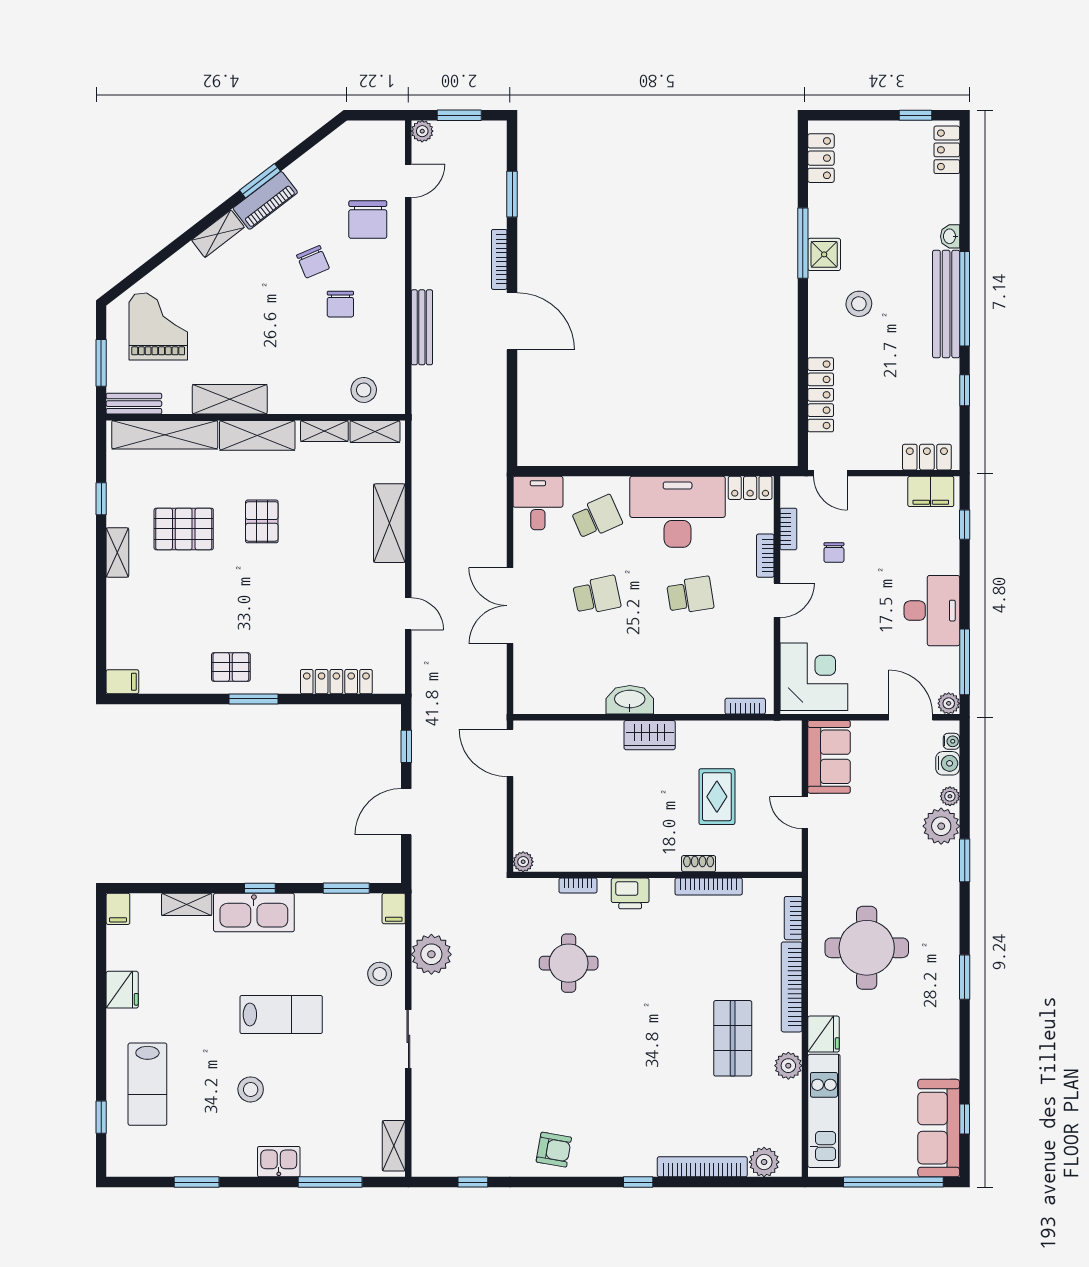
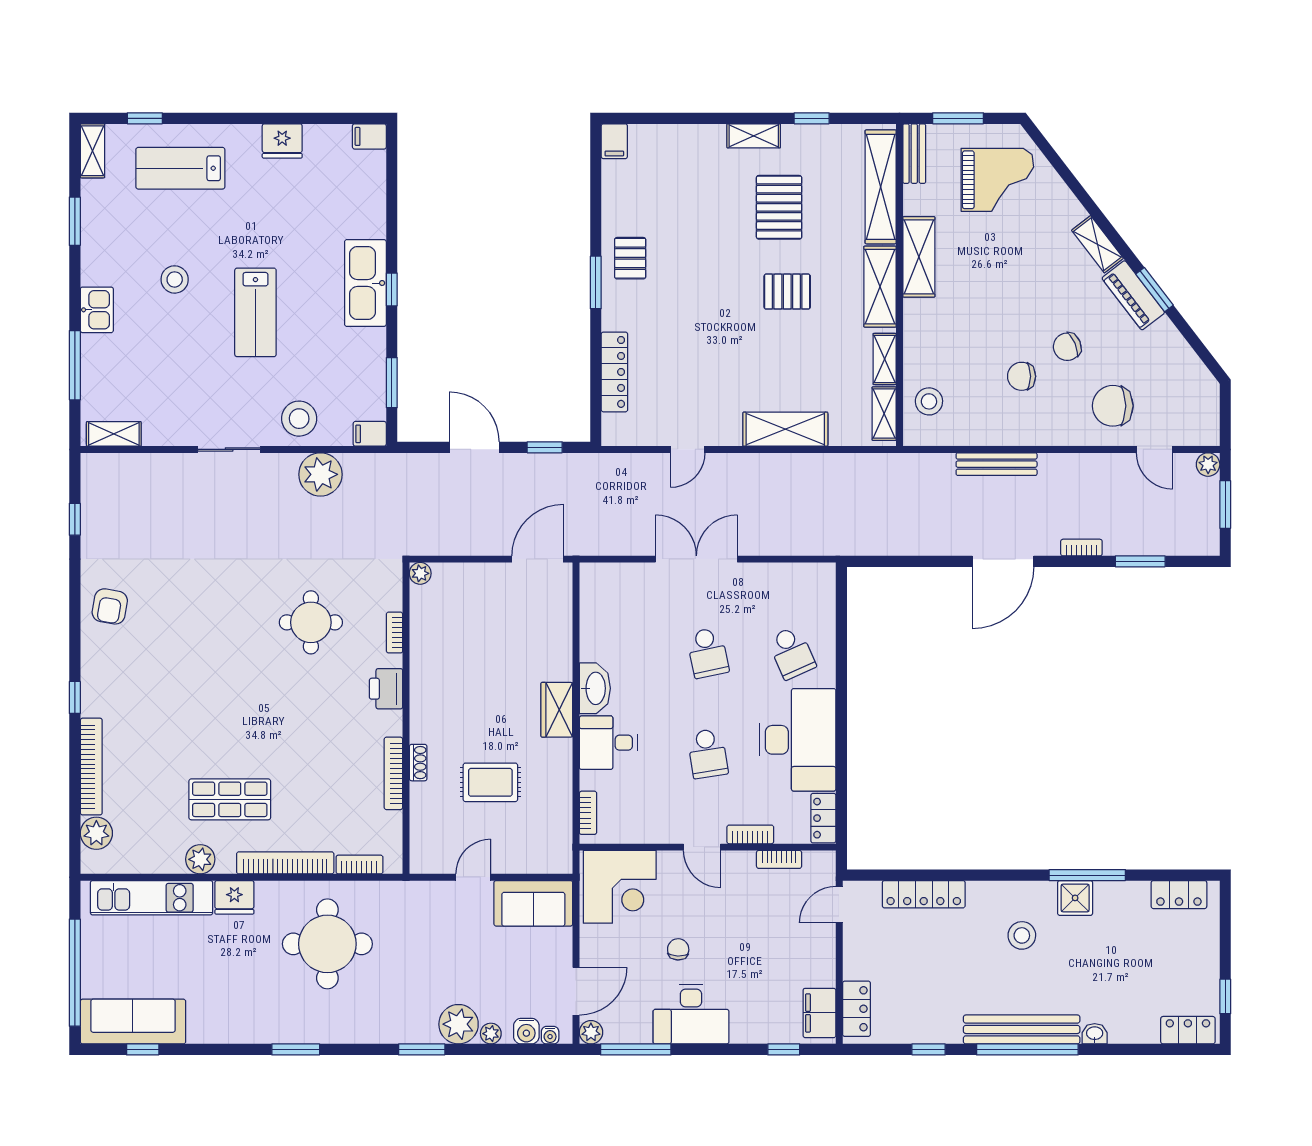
bookcase: (499, 259) -> (1081, 548), width x0.64
desk: (538, 503) -> (608, 743), moved, turned 180
chair: (834, 552) -> (678, 949), moved, turned 92
shelving: (187, 904) -> (92, 151), moved
stool: (380, 974) -> (299, 419), width x1.38, depth x1.38

